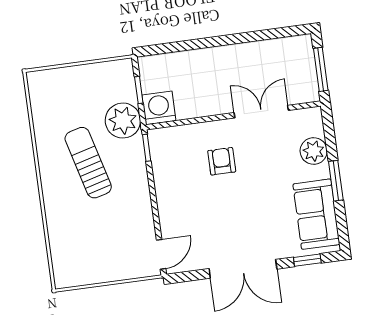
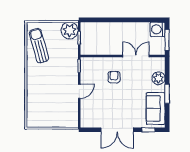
washing machine: (159, 108) -> (158, 29), moved, turned -90
plant: (123, 121) -> (70, 30), moved
sun lounger: (88, 163) -> (39, 46), moved
door: (161, 254) -> (79, 91), moved

